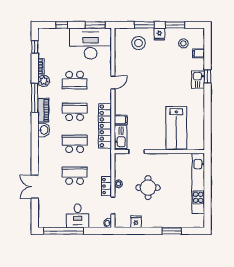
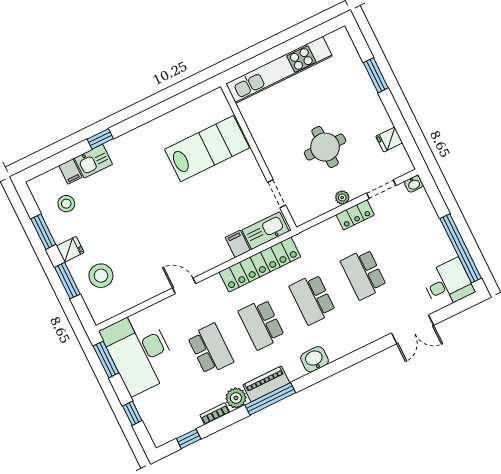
kitchen sink: (198, 80) -> (93, 161), moved
piano: (43, 110) -> (266, 384), moved
desk: (78, 216) -> (448, 284), moved

